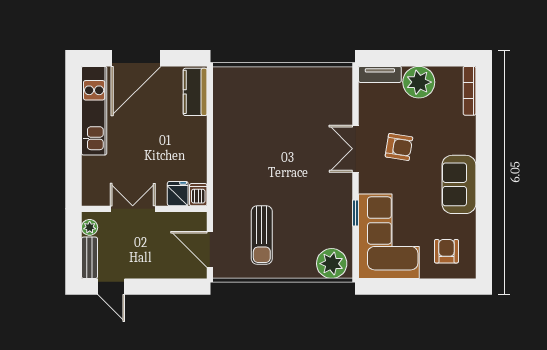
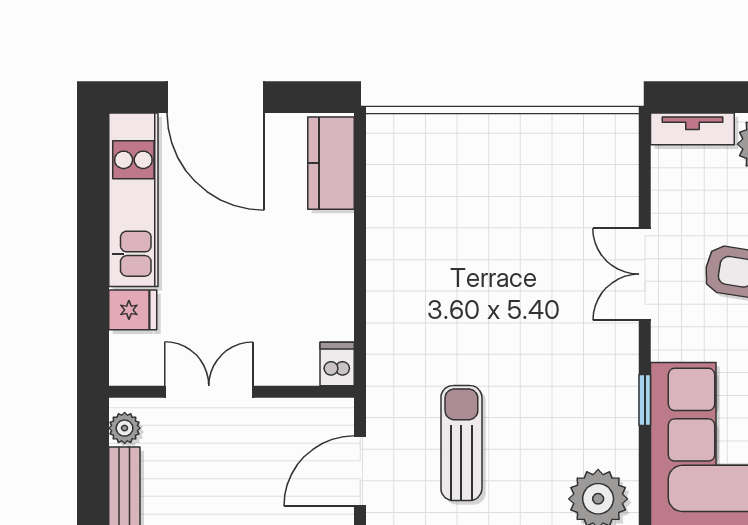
door: (136, 58) -> (215, 97), hinge flipped
fridge: (178, 194) -> (133, 310), moved, turned 90
sun lounger: (262, 235) -> (461, 443), turned 180
door: (210, 249) -> (360, 471), hinge flipped

